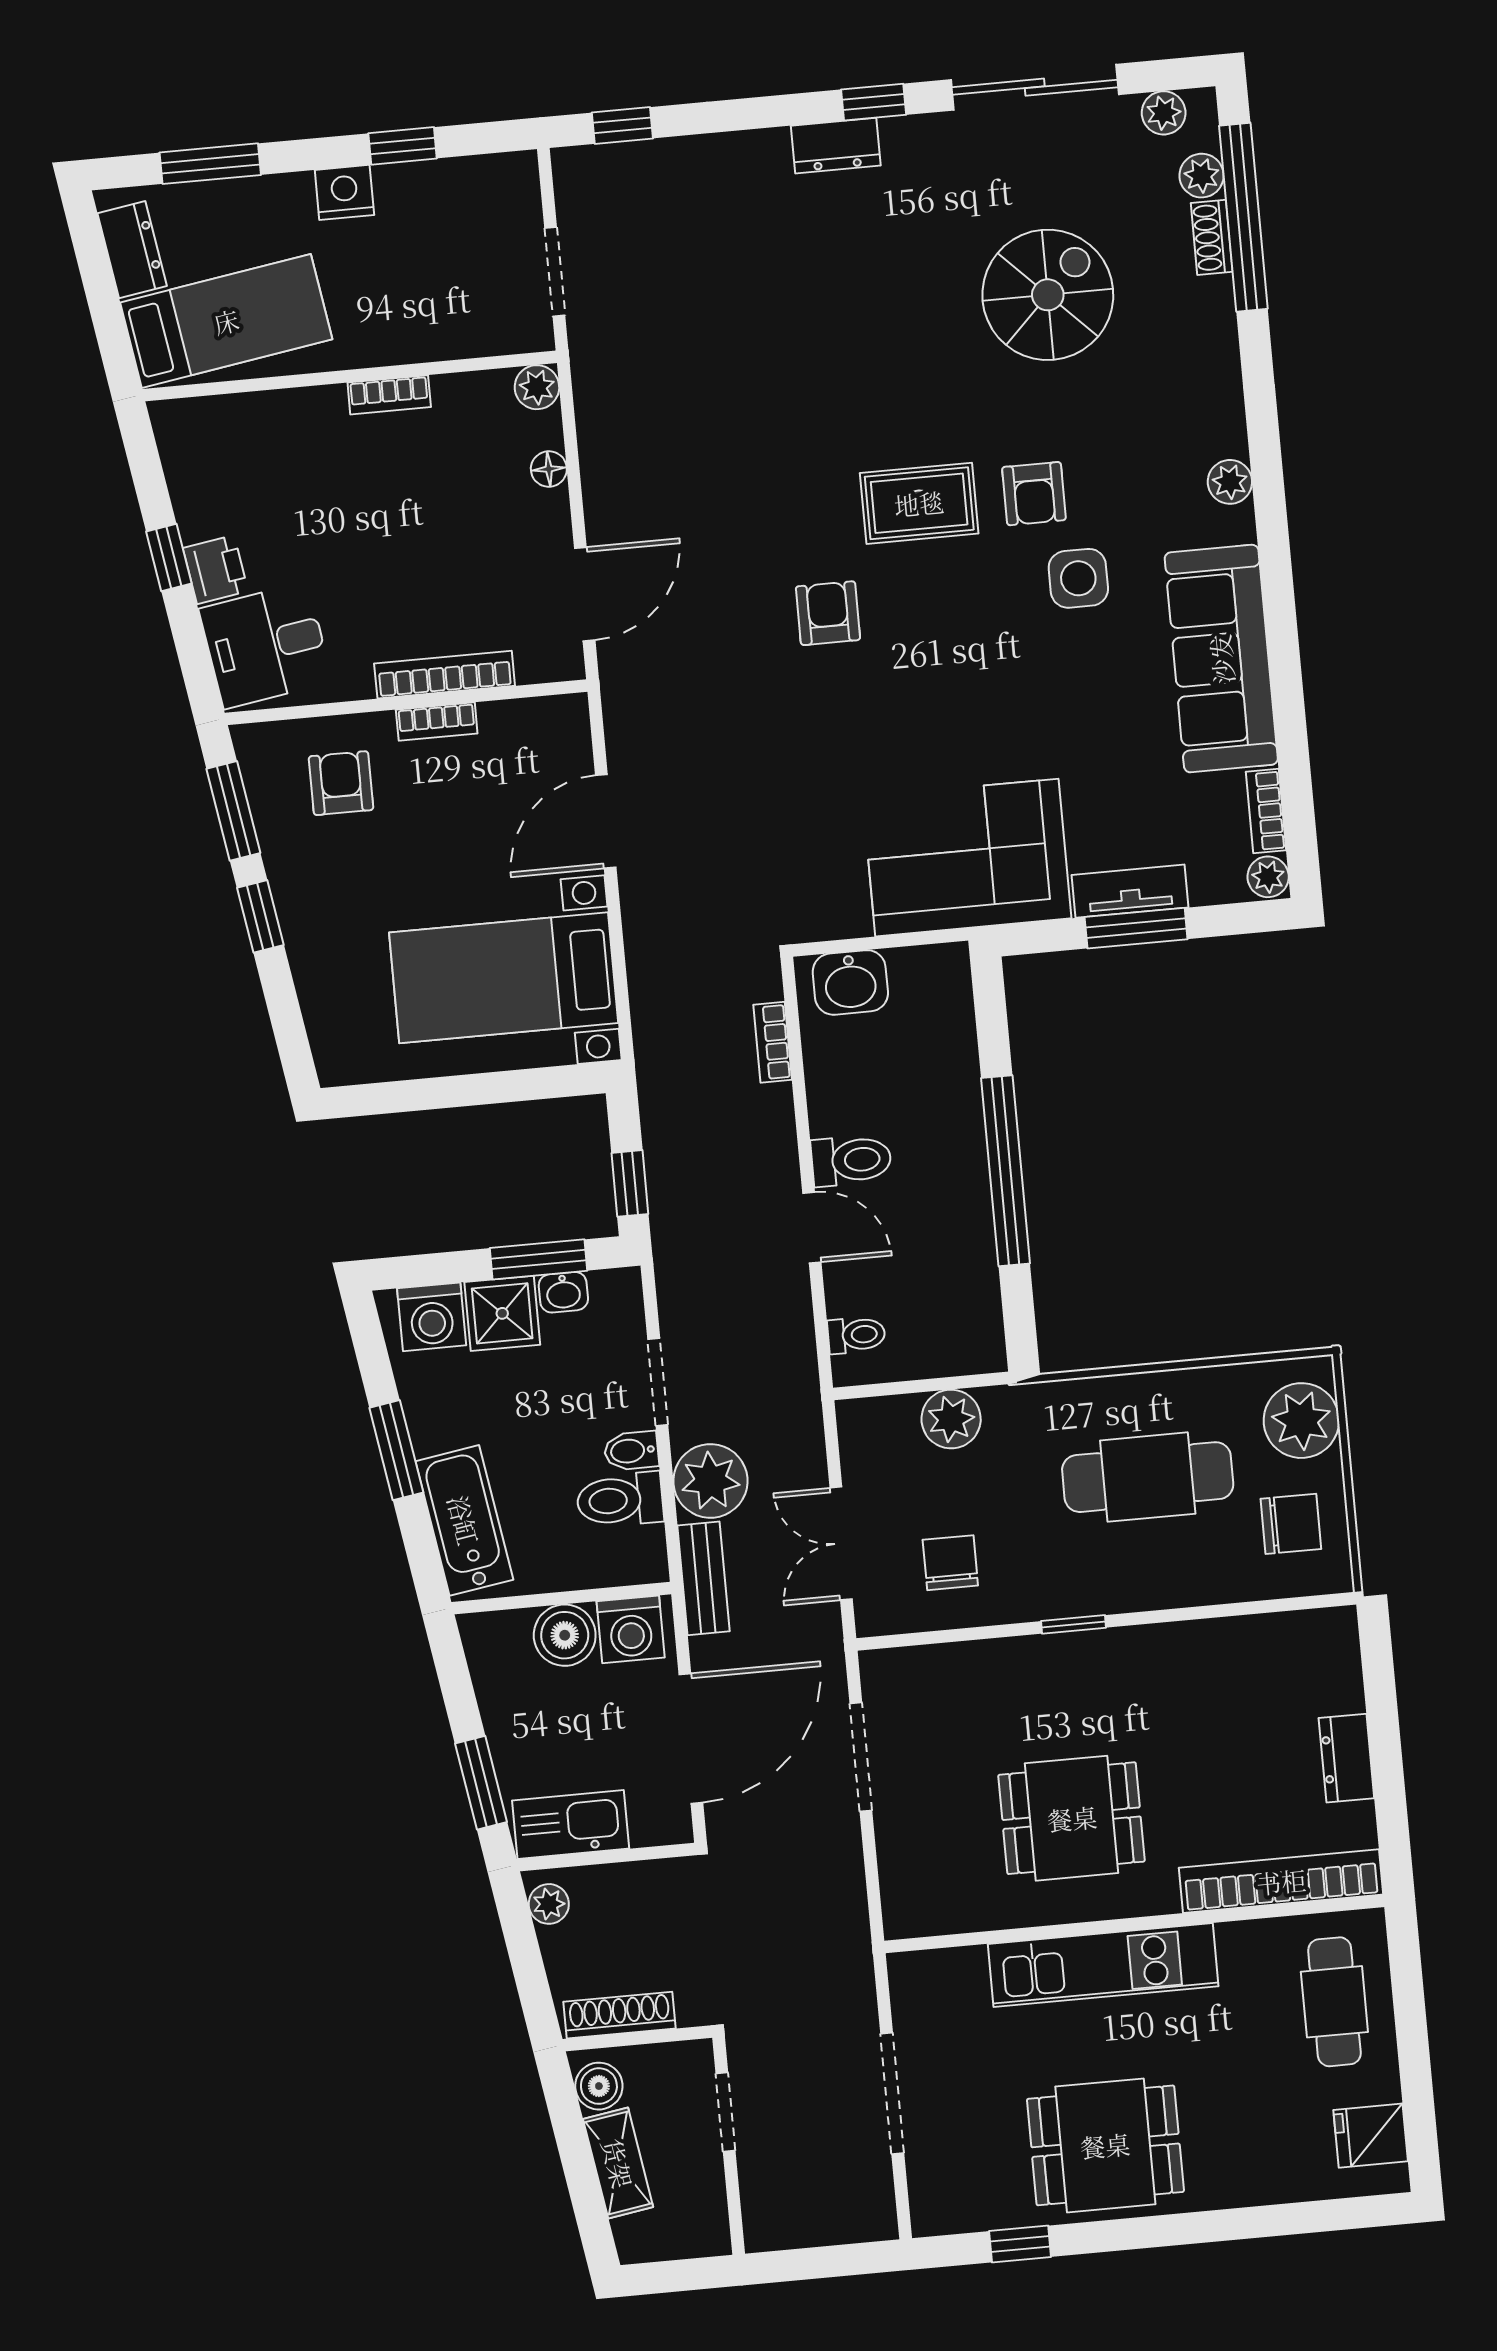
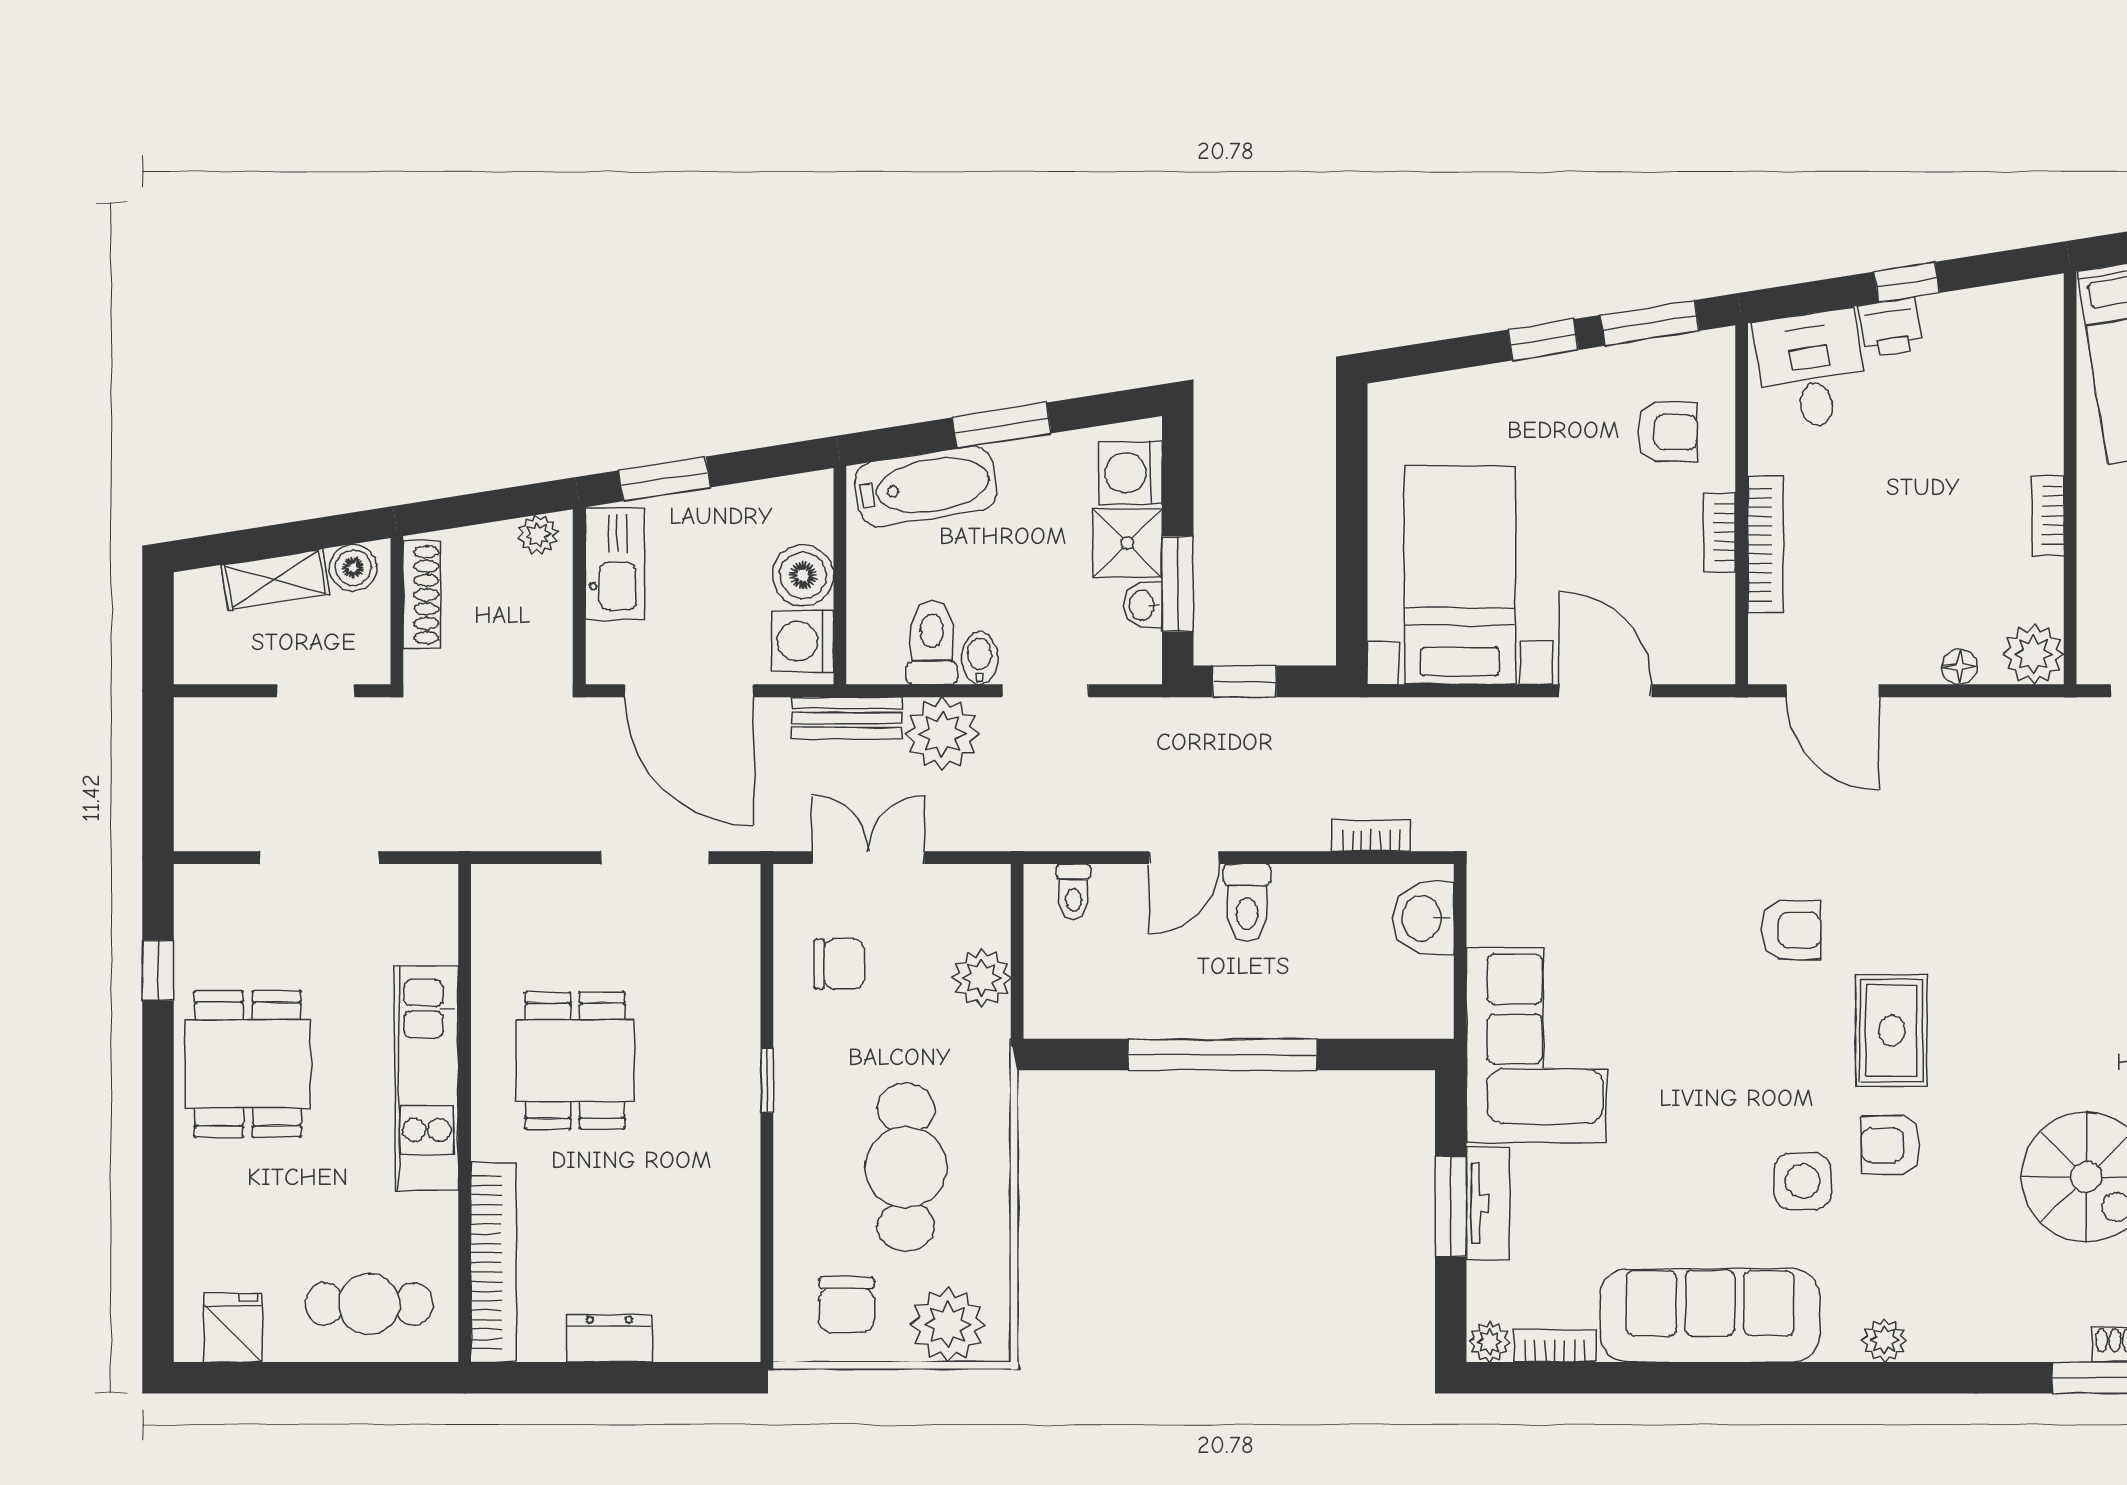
plant: (537, 387) -> (2033, 654), width x1.38, depth x1.38

